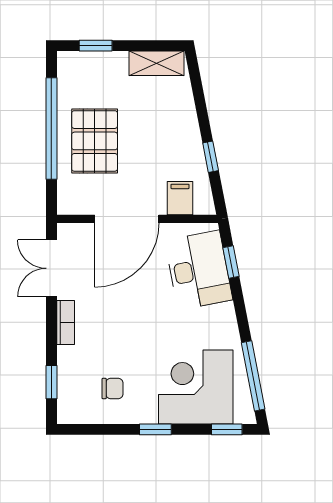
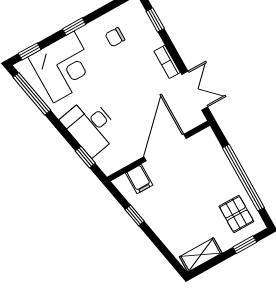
pallet: (95, 141) -> (236, 214), moved, width x0.67, depth x0.71
desk: (199, 270) -> (90, 126), moved

